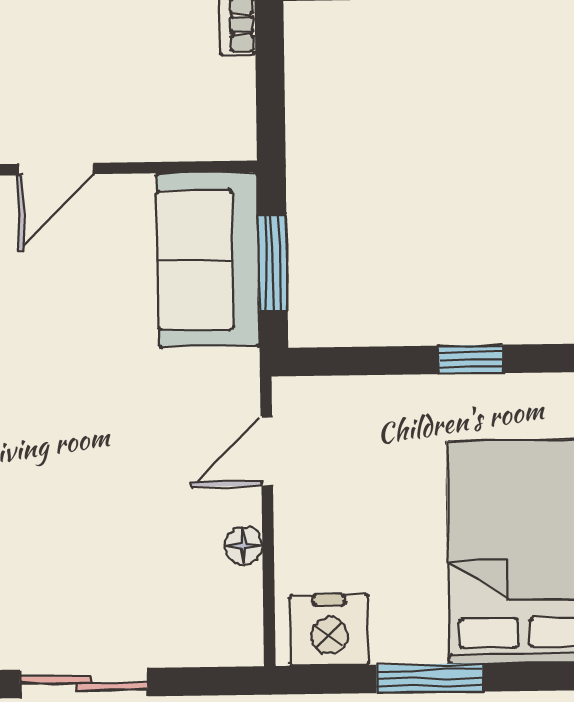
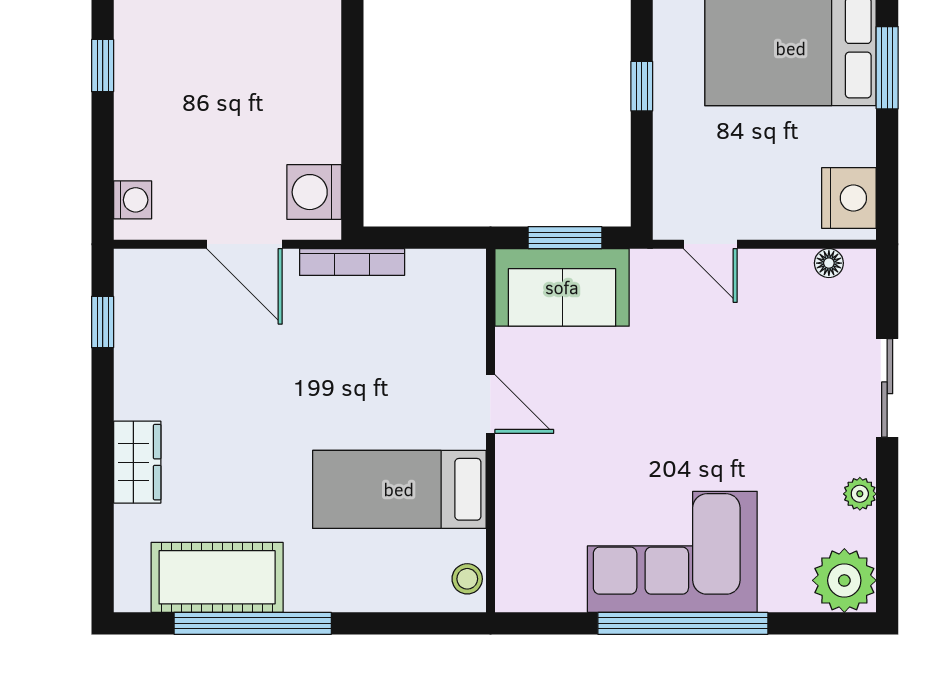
floor lamp: (244, 546) -> (829, 263), moved
window: (430, 678) -> (887, 68), moved

